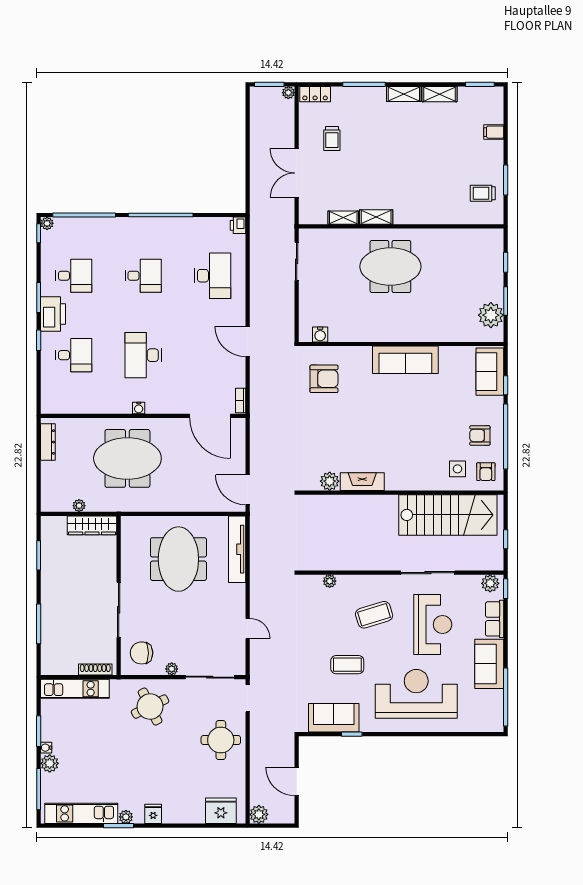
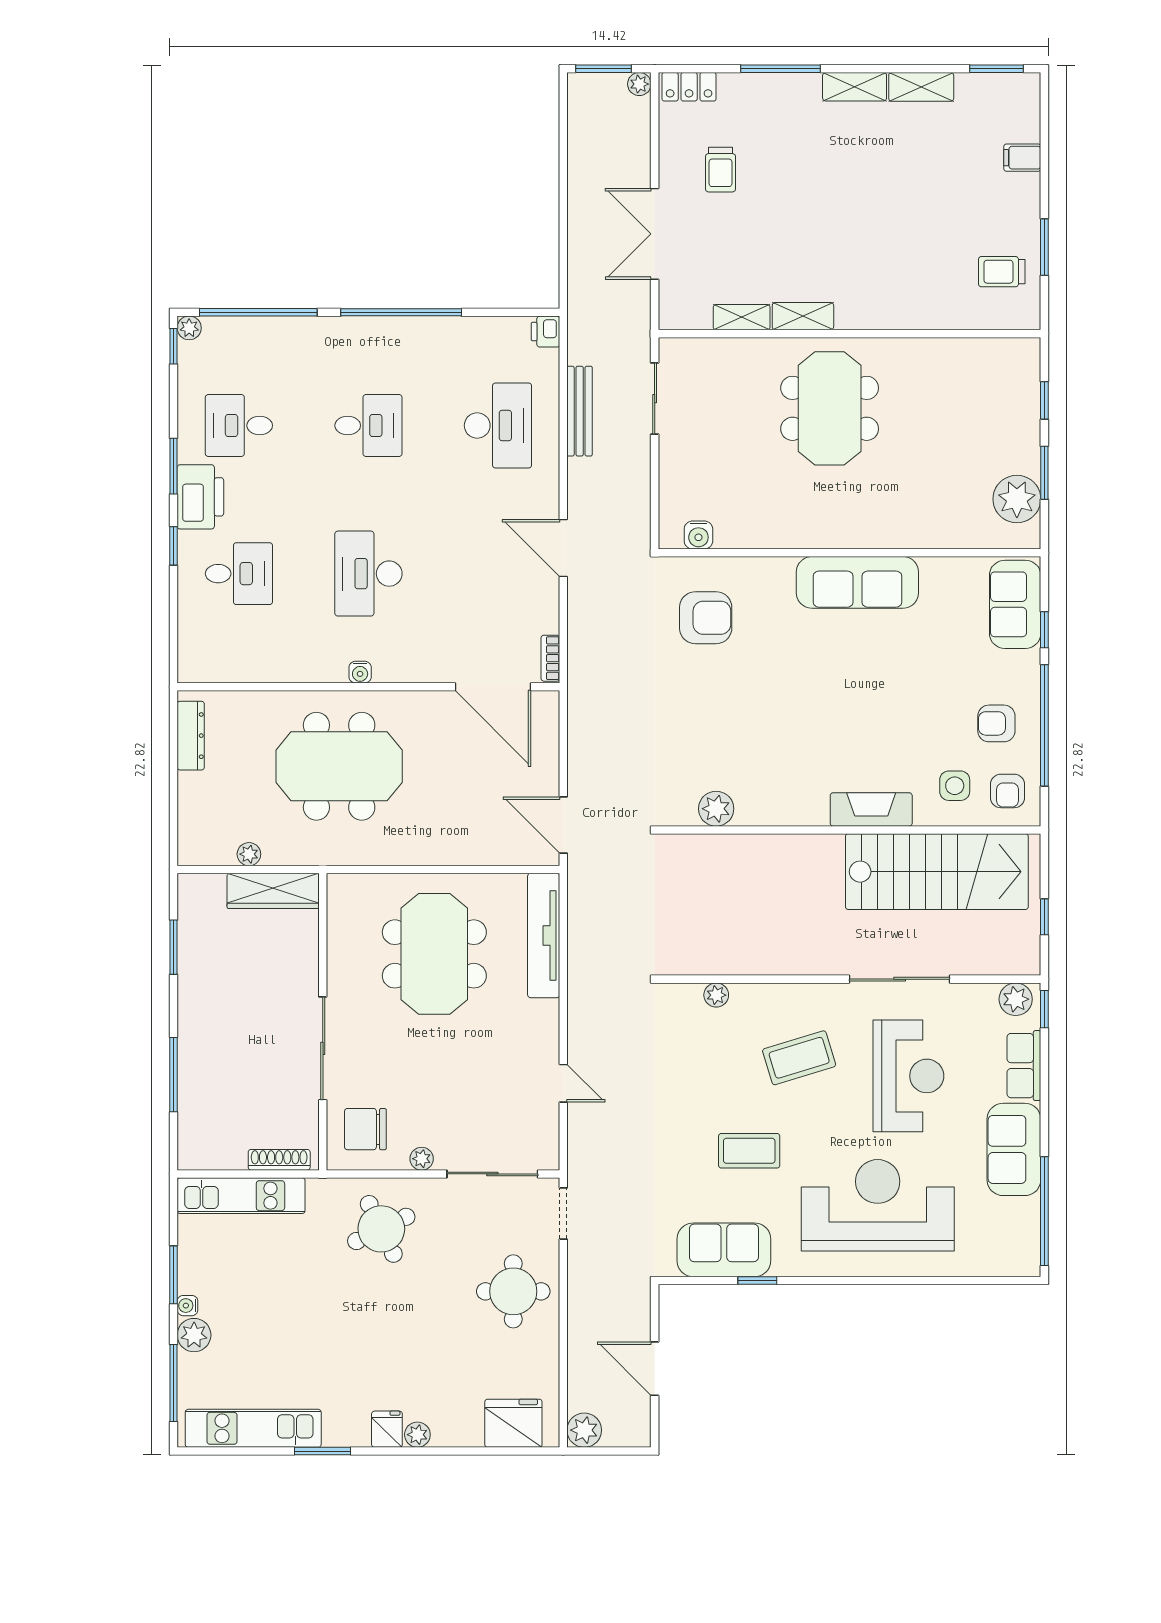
meeting table: (390, 267) -> (830, 408), turned 90
bench: (256, 268) -> (580, 411), added
desk: (74, 276) -> (239, 425), turned 180
fireplace: (362, 482) -> (871, 809), moved
plant: (126, 817) -> (417, 1435), moved

